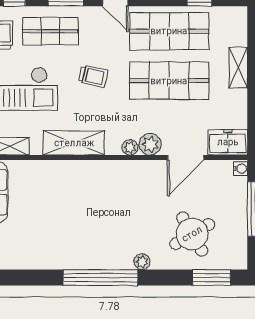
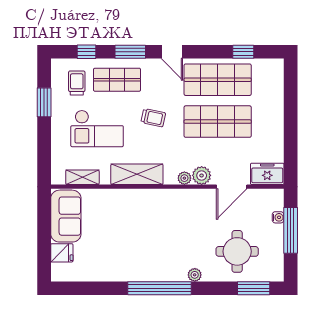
shelving: (238, 68) -> (276, 111), removed
water cooler: (241, 169) -> (278, 217), moved
round table: (192, 234) -> (237, 251), turned 30

